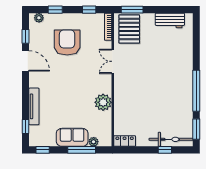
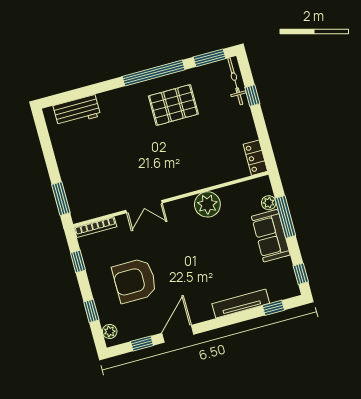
workbench: (170, 20) -> (77, 111), moved, turned 90
pallet: (129, 29) -> (173, 105), moved
bicycle: (171, 139) -> (235, 81), width x0.73, depth x0.71

